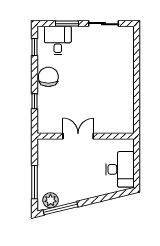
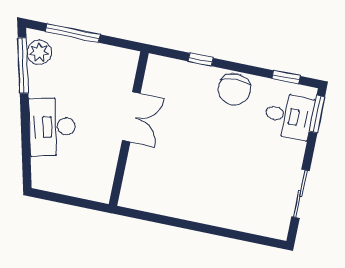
window: (67, 24) -> (317, 114), moved
chair: (48, 77) -> (234, 89), turned 90
desk: (120, 169) -> (52, 127), moved, turned 76

